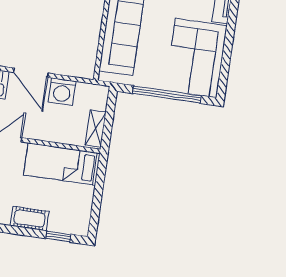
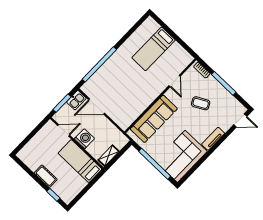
door: (31, 73) -> (97, 106), hinge flipped
washing machine: (62, 92) -> (84, 139), moved, turned 180

